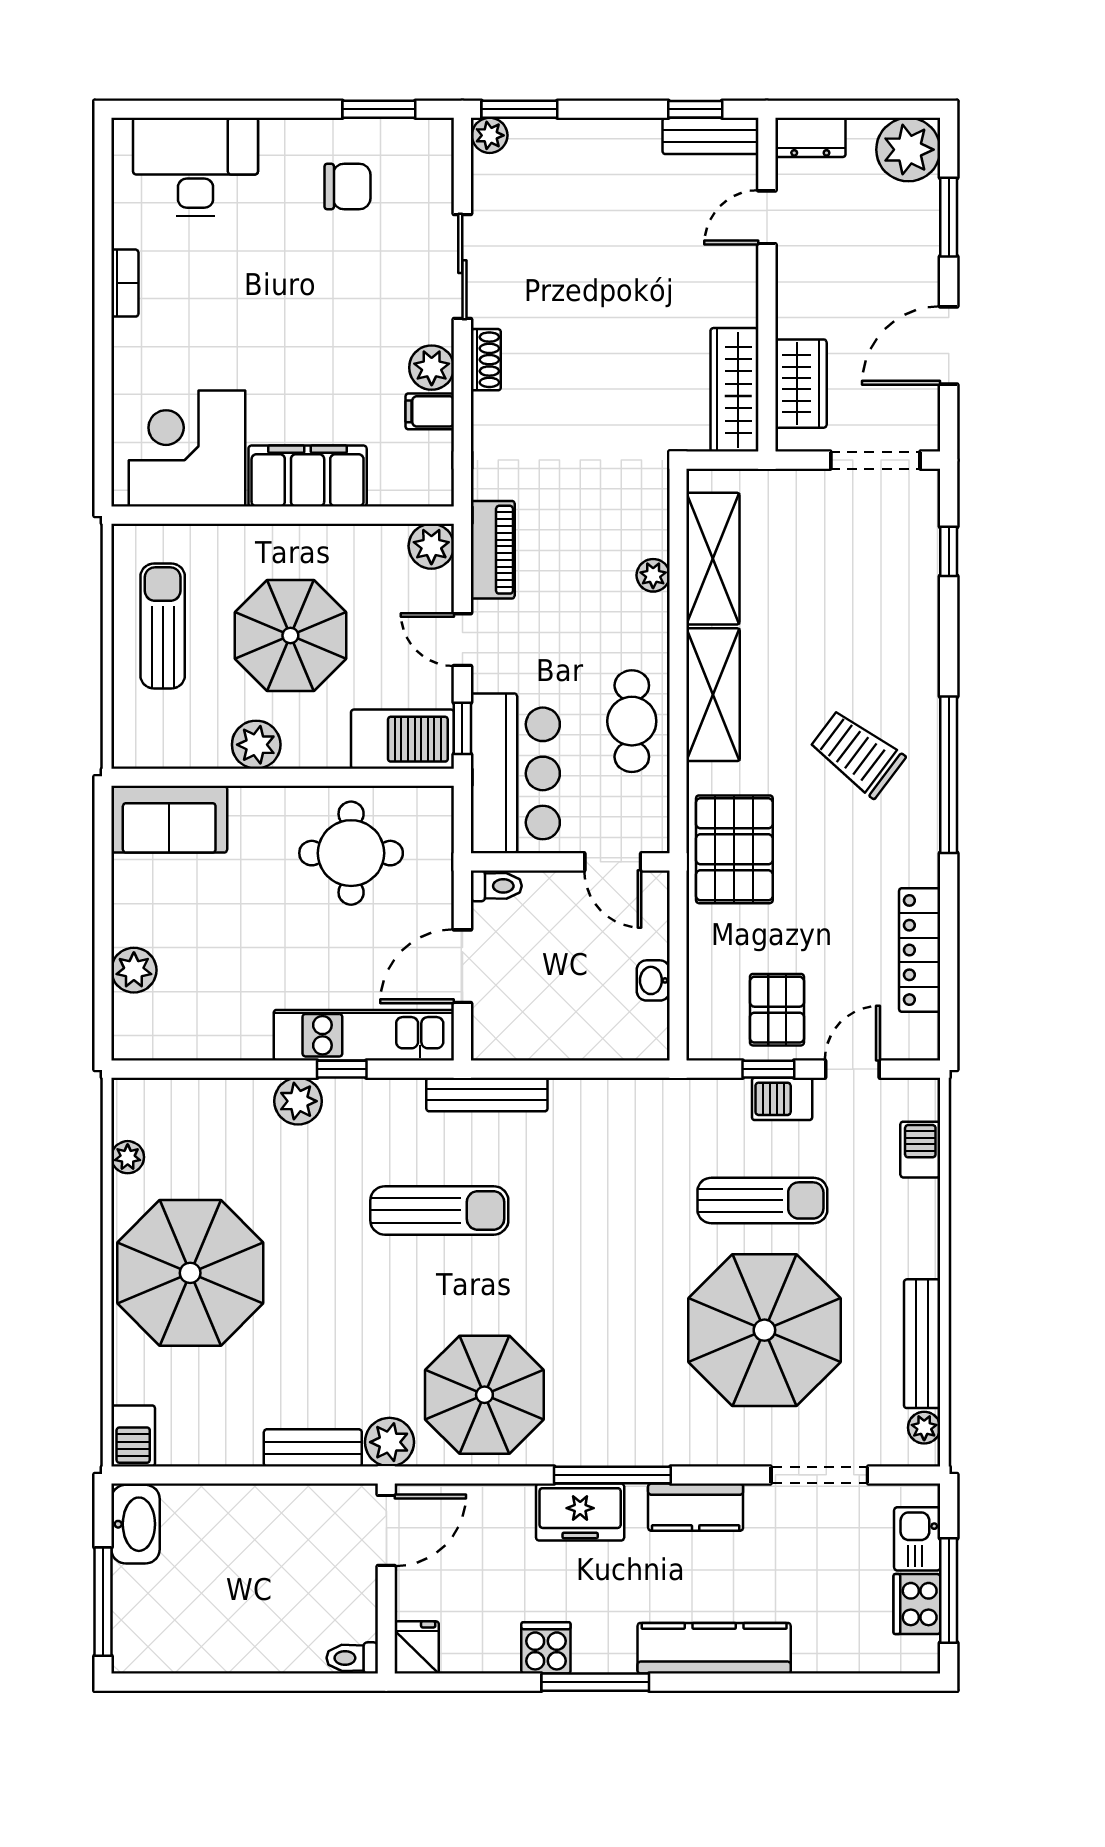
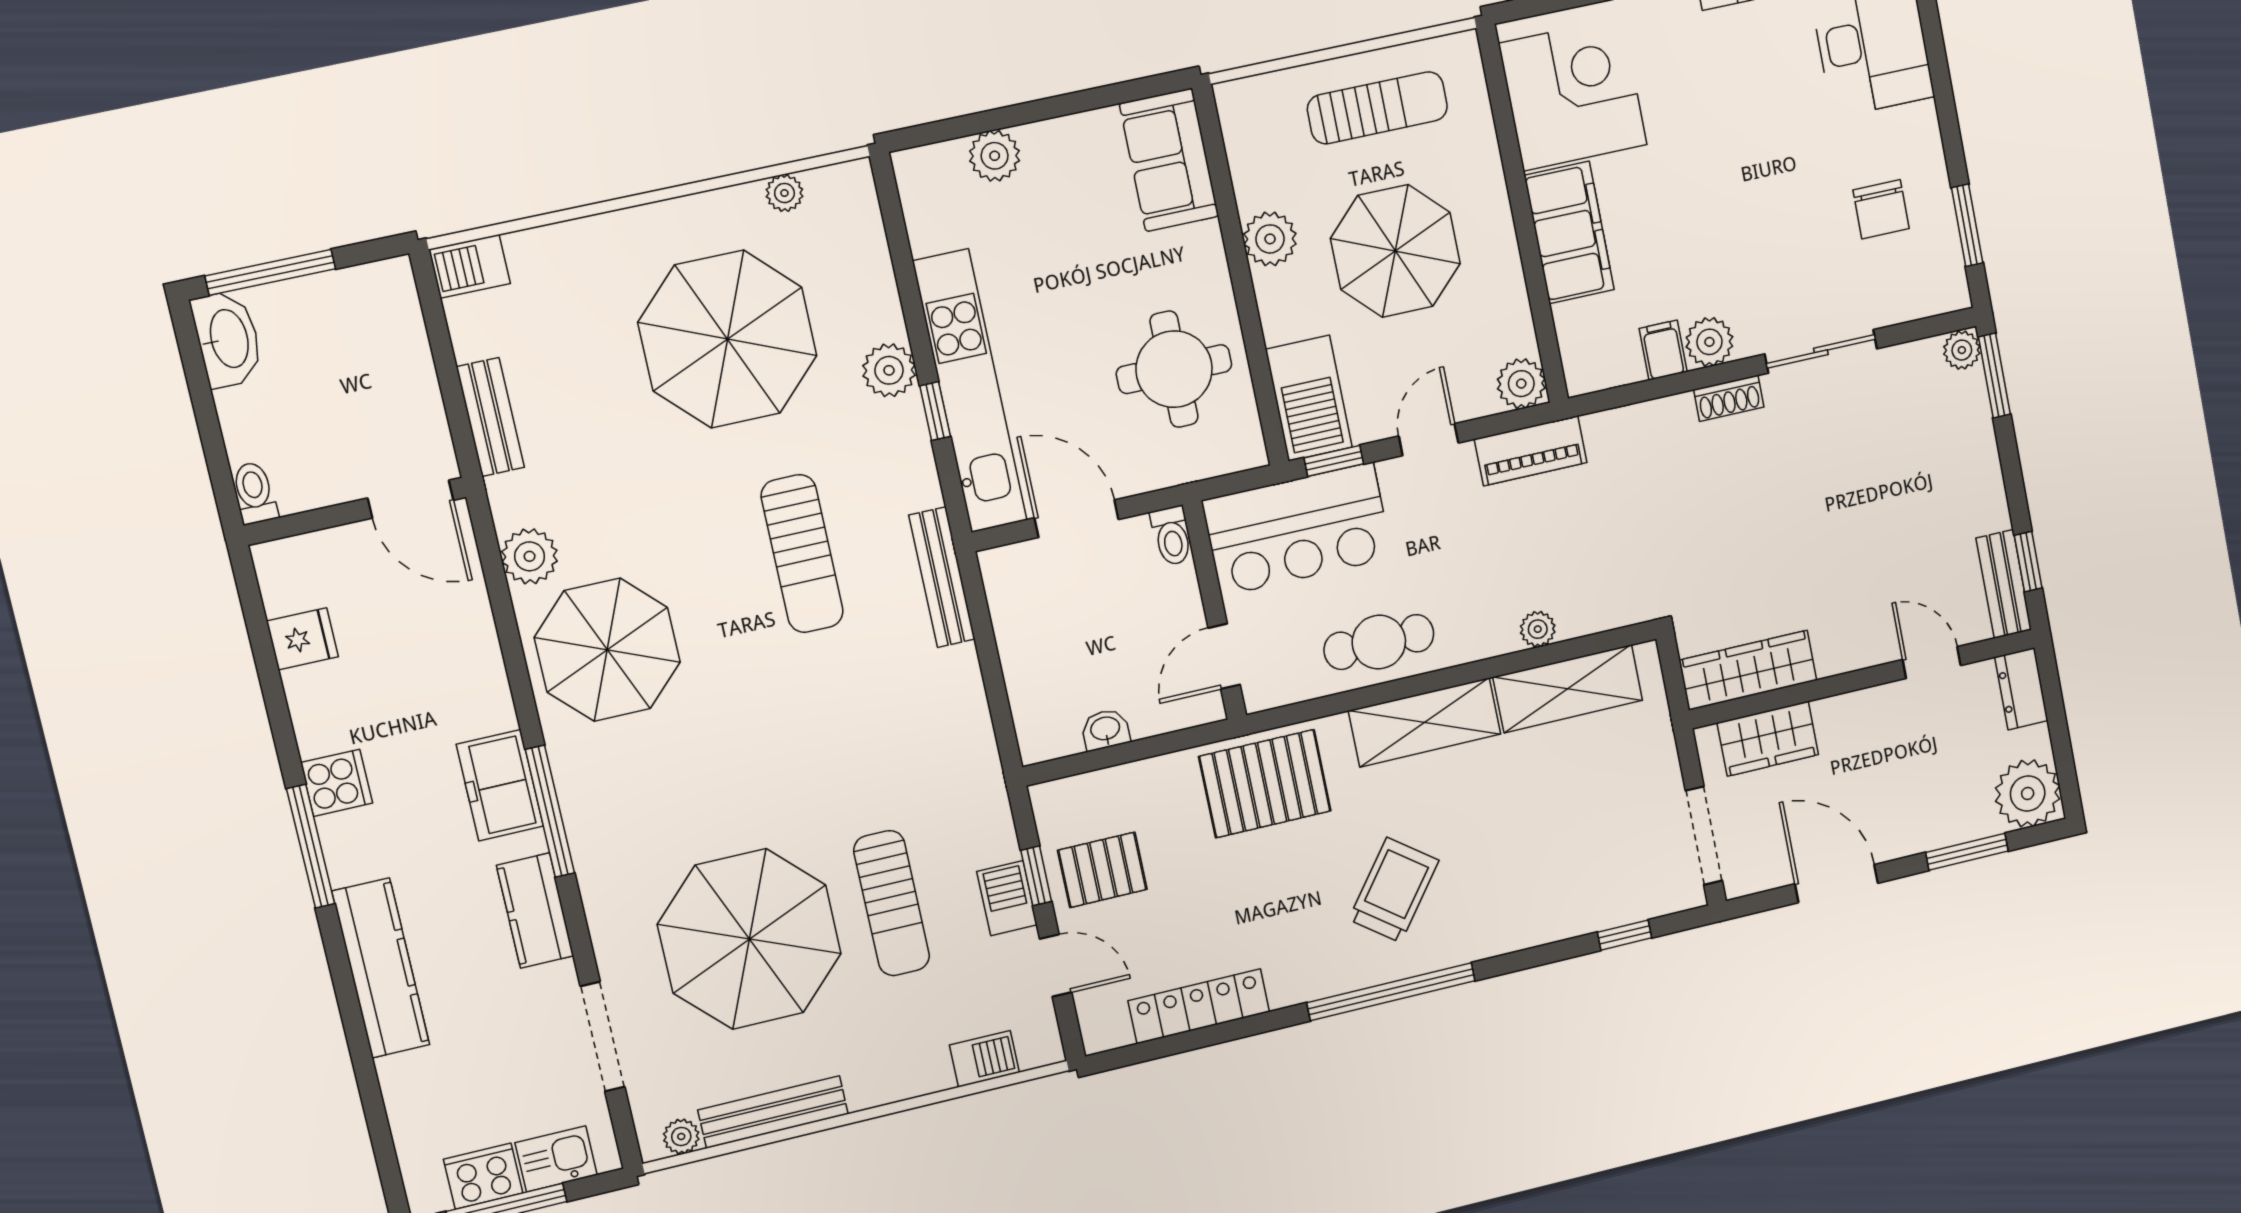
kitchen unit: (364, 1035) -> (970, 391), width x1.36
parasol: (190, 1273) -> (727, 339), moved
bench: (313, 1448) -> (490, 417), moved
washbasin: (136, 1524) -> (228, 339), moved, turned -90
door: (386, 1530) -> (411, 499), moved
wall: (386, 1579) -> (355, 511), moved
toilet: (352, 1658) -> (254, 493), moved

